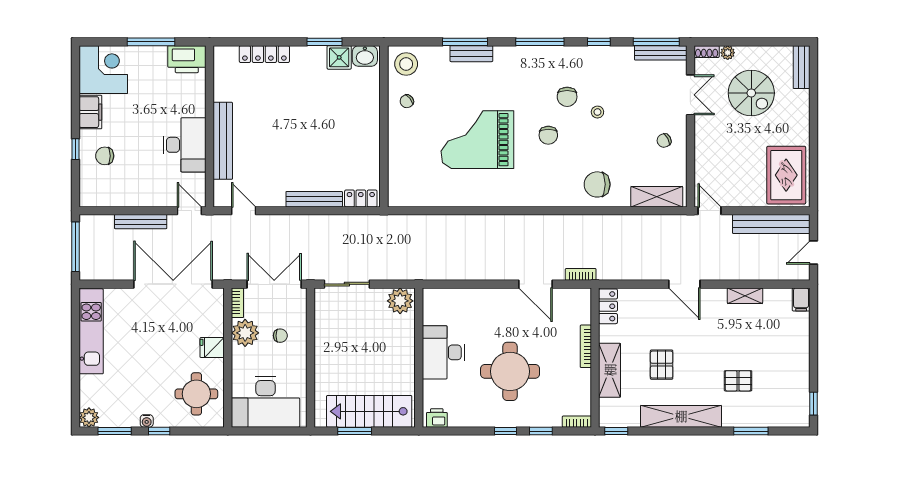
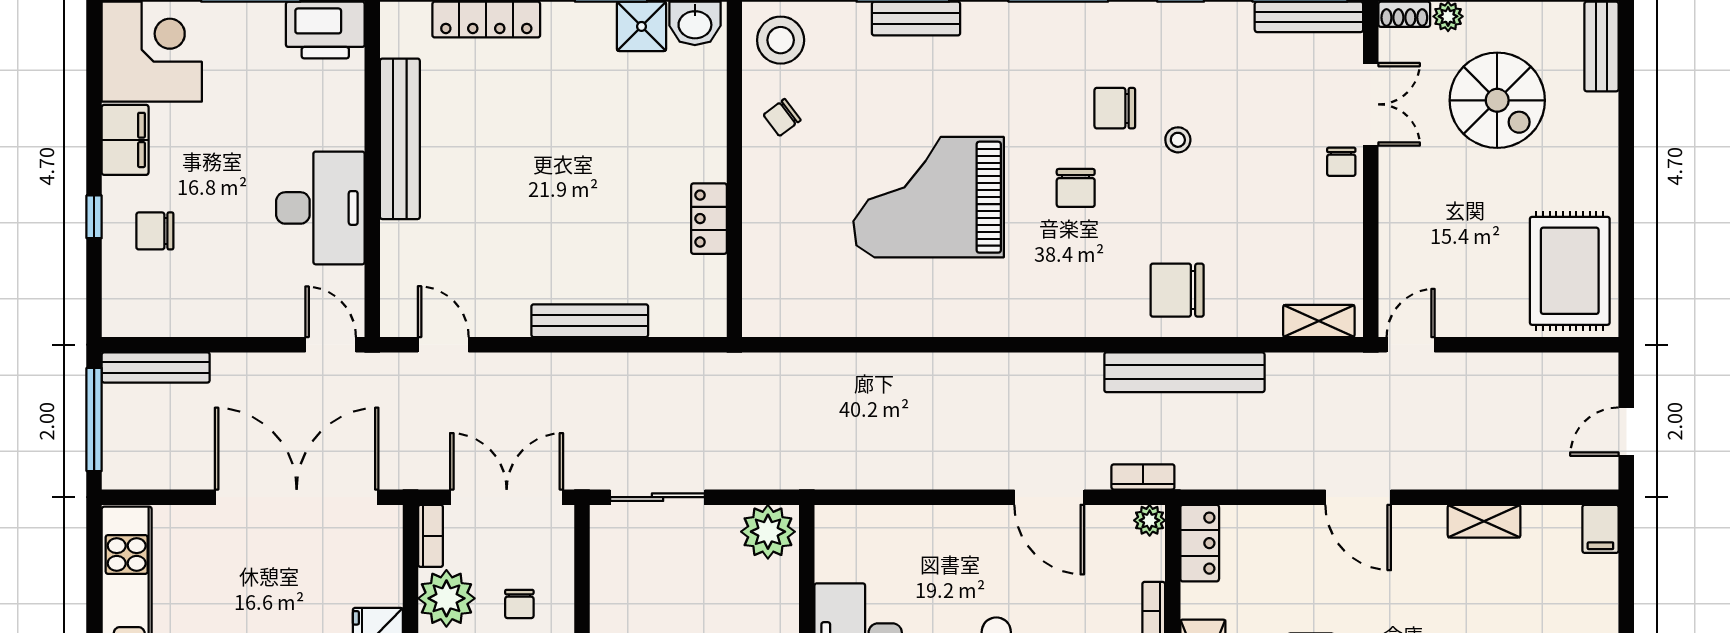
chair: (567, 97) -> (1115, 108), turned 90
bench: (223, 141) -> (400, 139), moved
chair: (664, 141) -> (1341, 162), moved, turned -62
shelving: (657, 197) -> (1319, 321), width x0.67, depth x0.75
locker: (361, 198) -> (709, 219), moved, turned -90
door: (710, 211) -> (1411, 345), hinge flipped
bench: (141, 222) -> (156, 367), moved
bench: (771, 224) -> (1184, 372), moved
plant: (584, 295) -> (1150, 520), added
chair: (280, 336) -> (519, 604), turned 90

